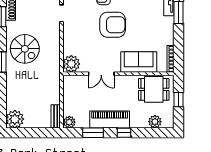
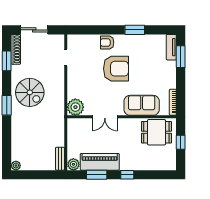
plant: (15, 119) -> (16, 166), width x0.53, depth x0.53
piano: (110, 120) -> (100, 162), moved
plant: (155, 122) -> (158, 164), removed

